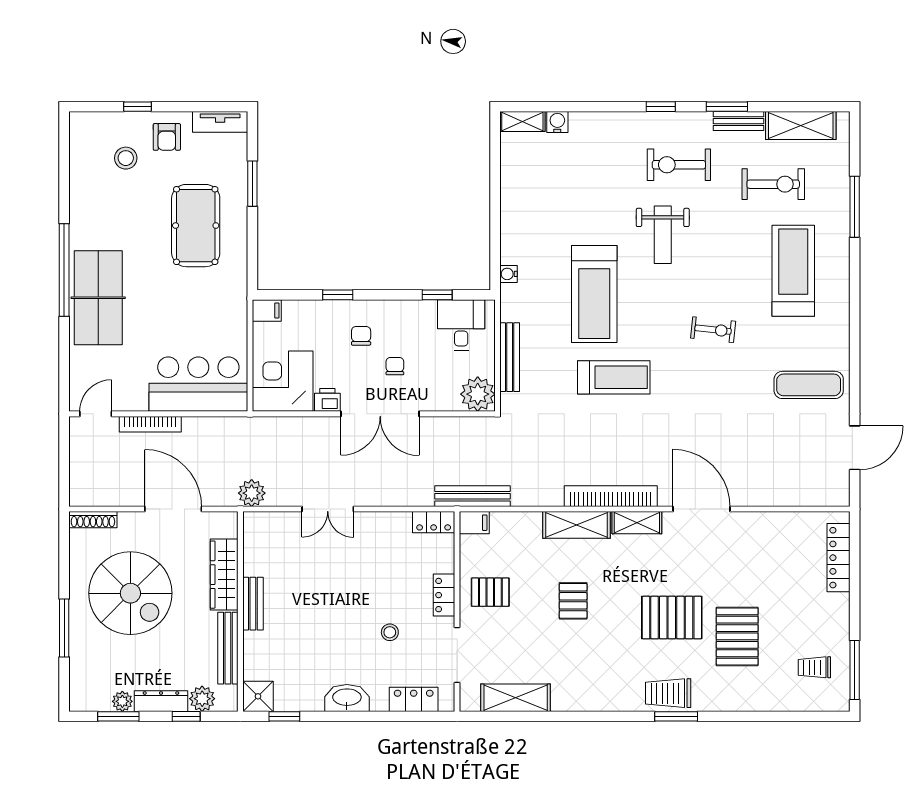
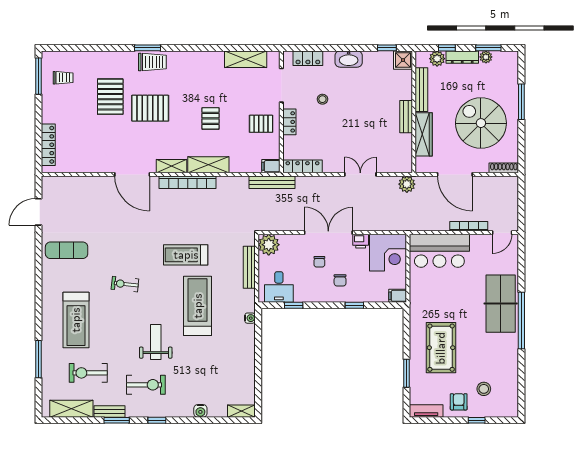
water cooler: (557, 122) -> (200, 411), moved
locker: (434, 522) -> (302, 166), width x1.53

